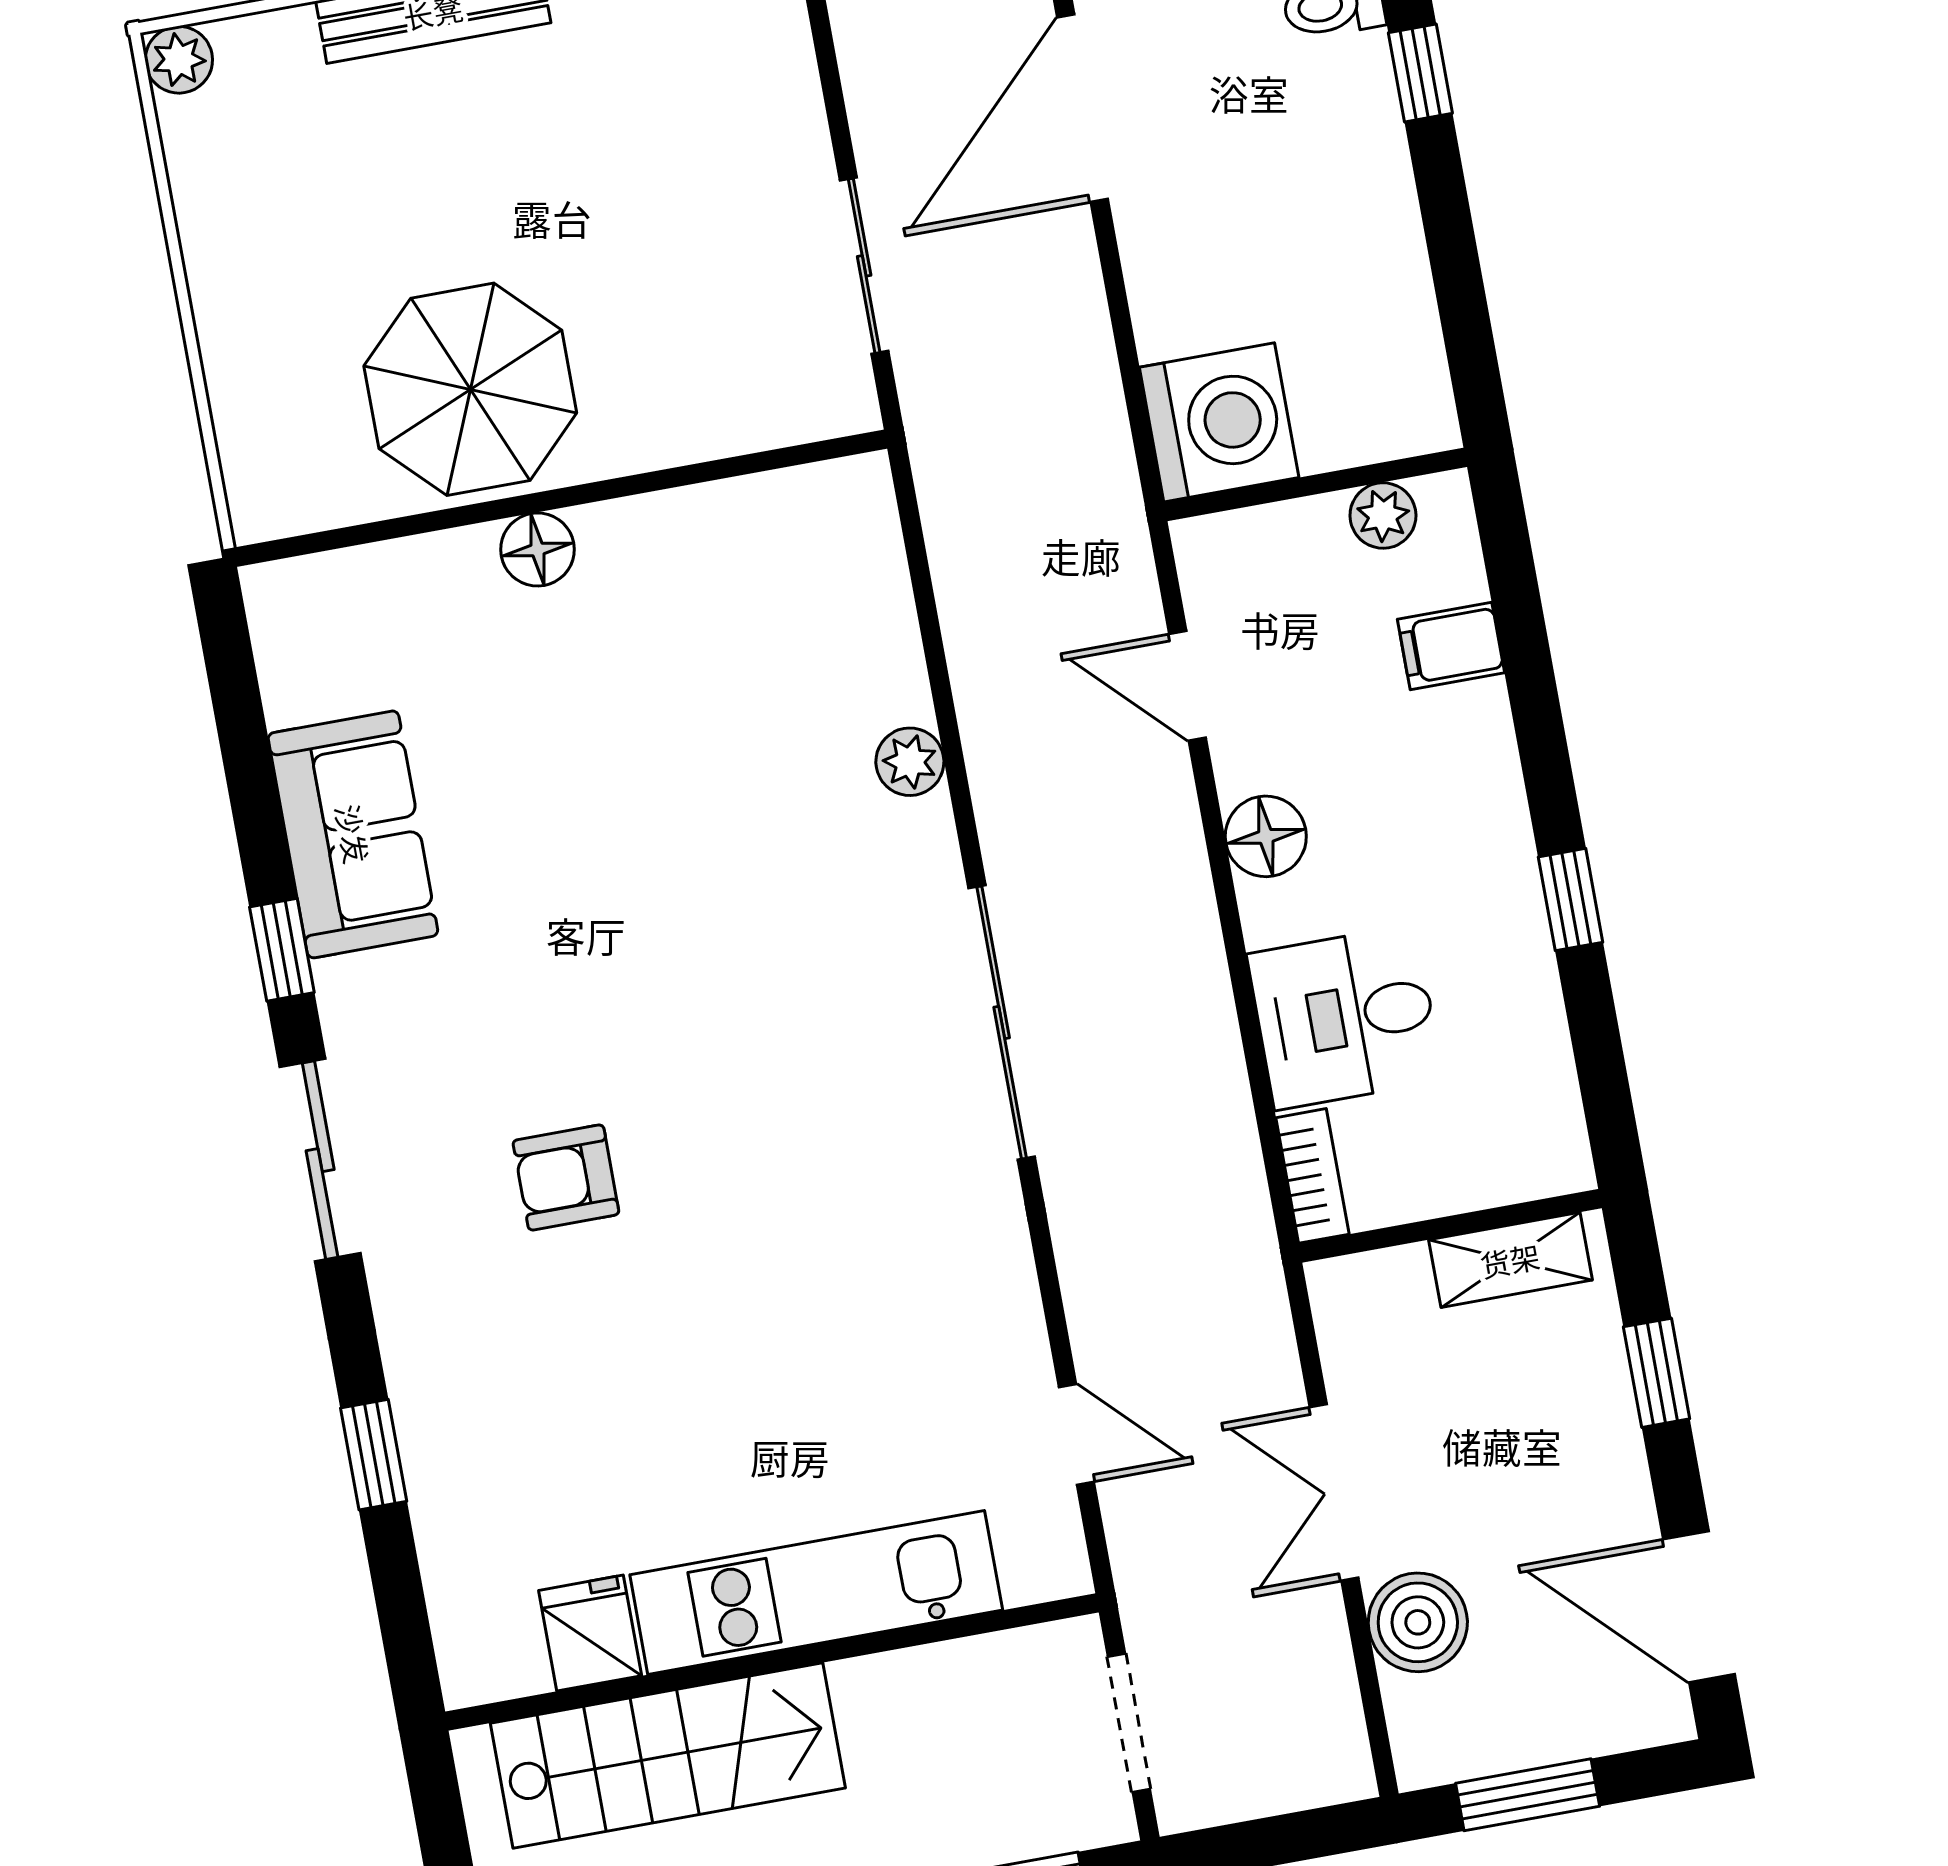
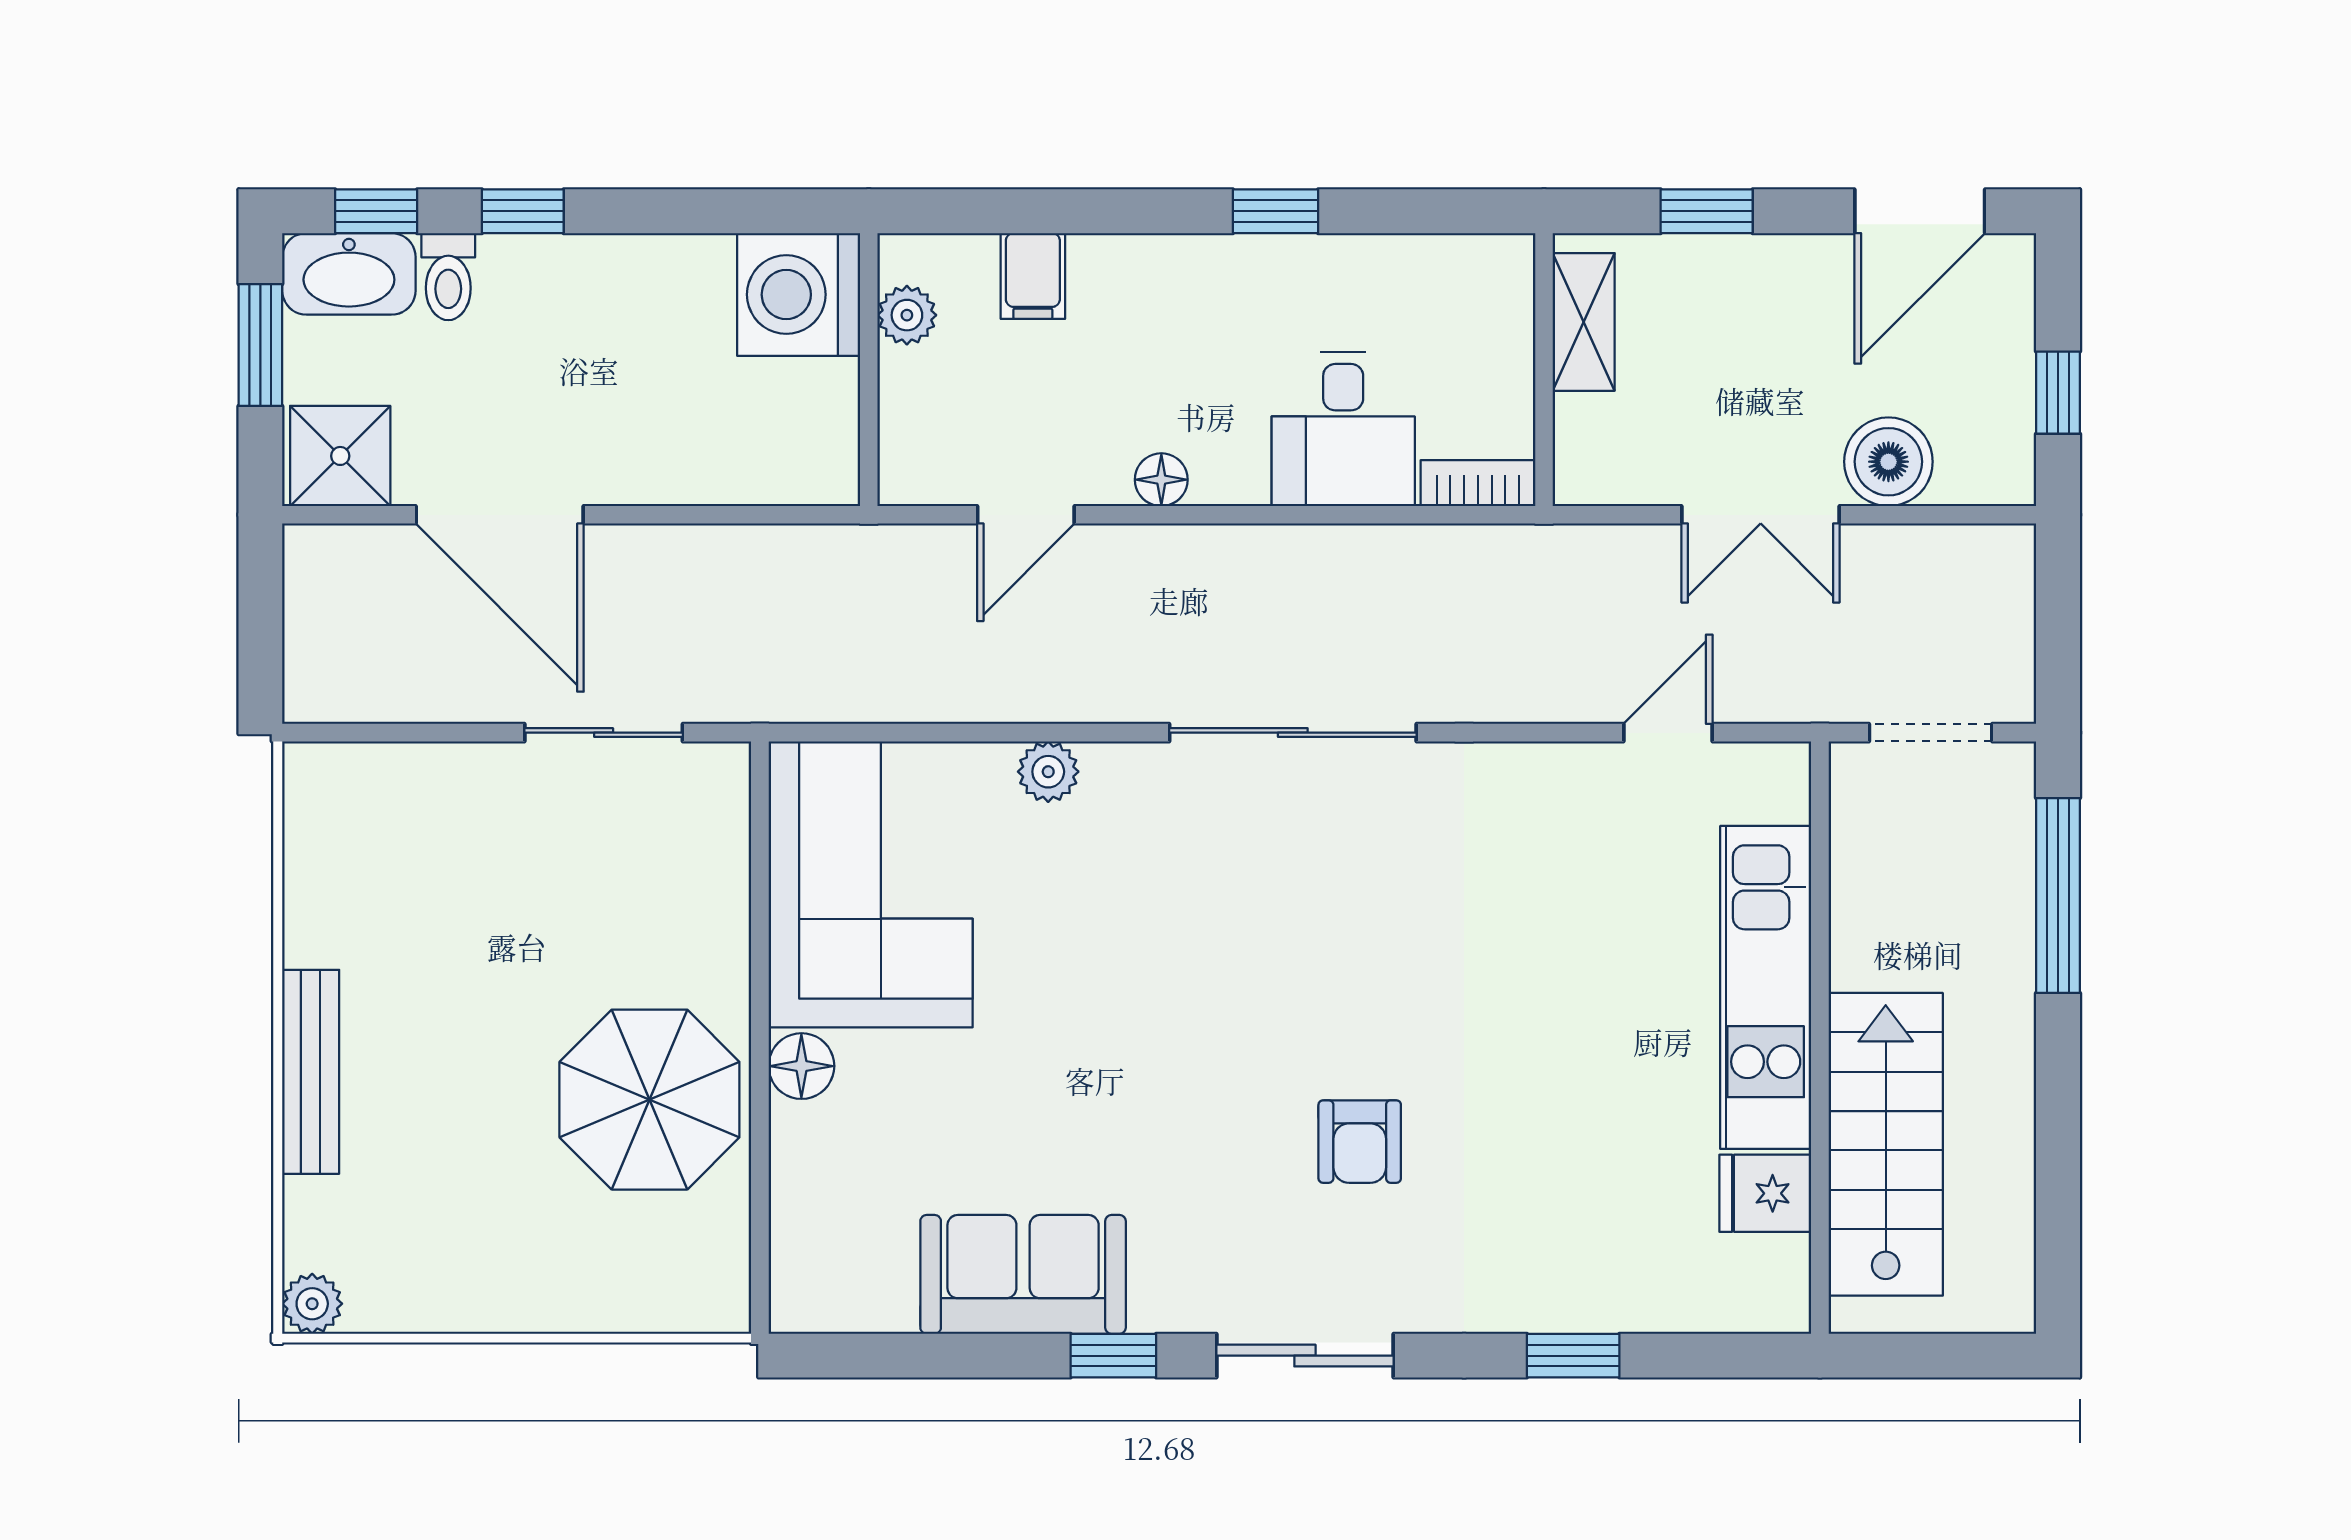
washing machine: (1219, 422) -> (799, 295), moved, turned -90
corner sofa: (751, 589) -> (871, 884), added
floor lamp: (1266, 836) -> (1161, 480), width x0.73, depth x0.73
window: (1528, 1795) -> (2058, 393), width x0.67

